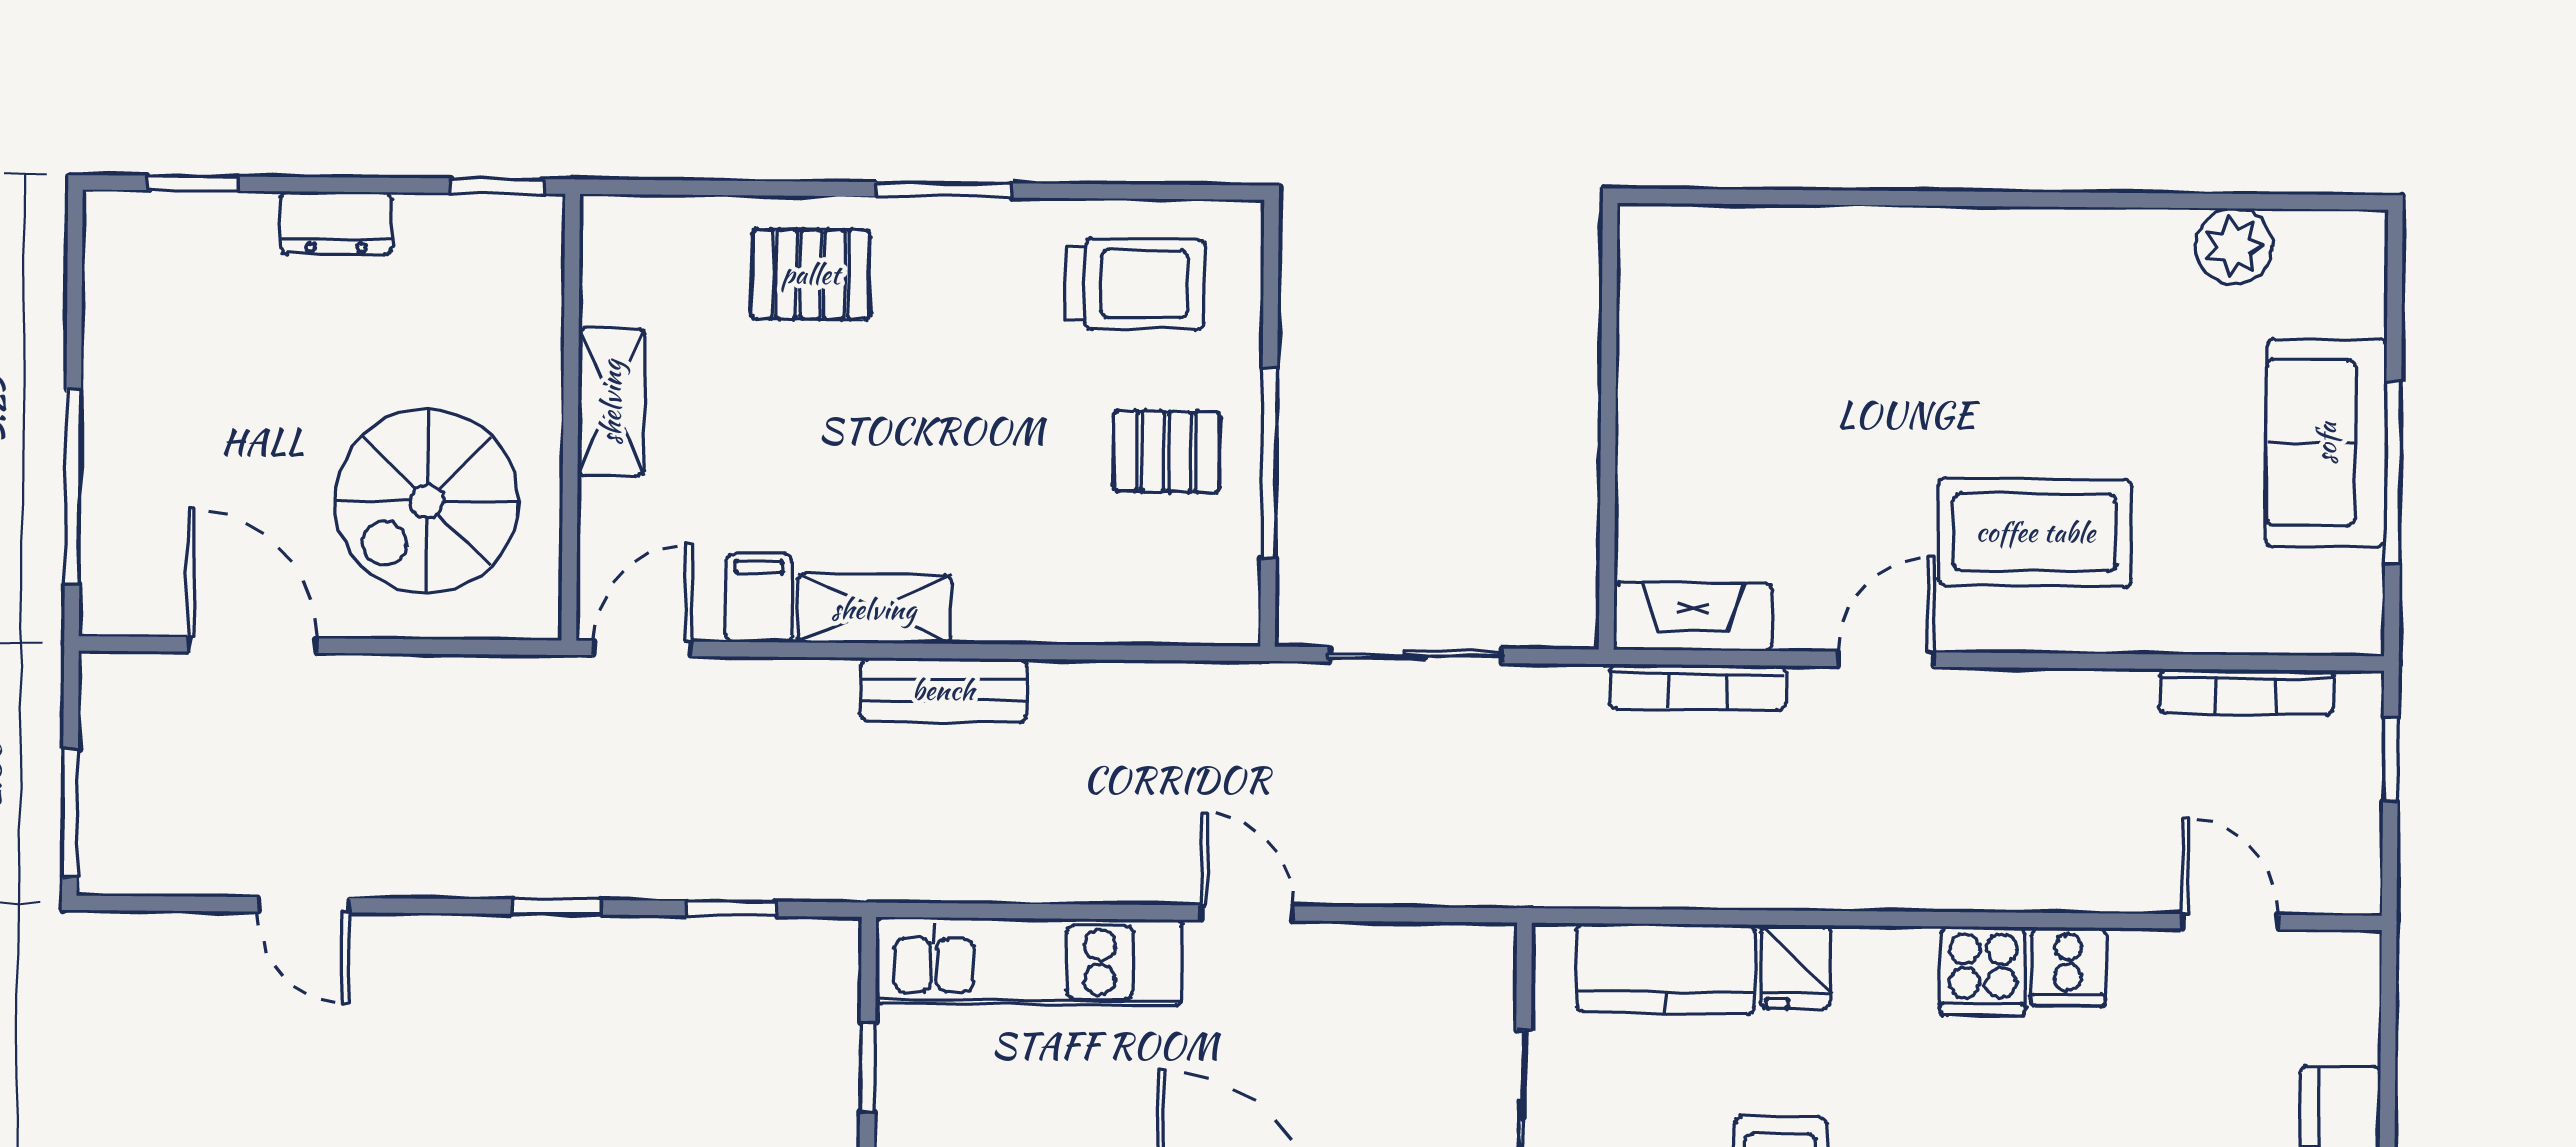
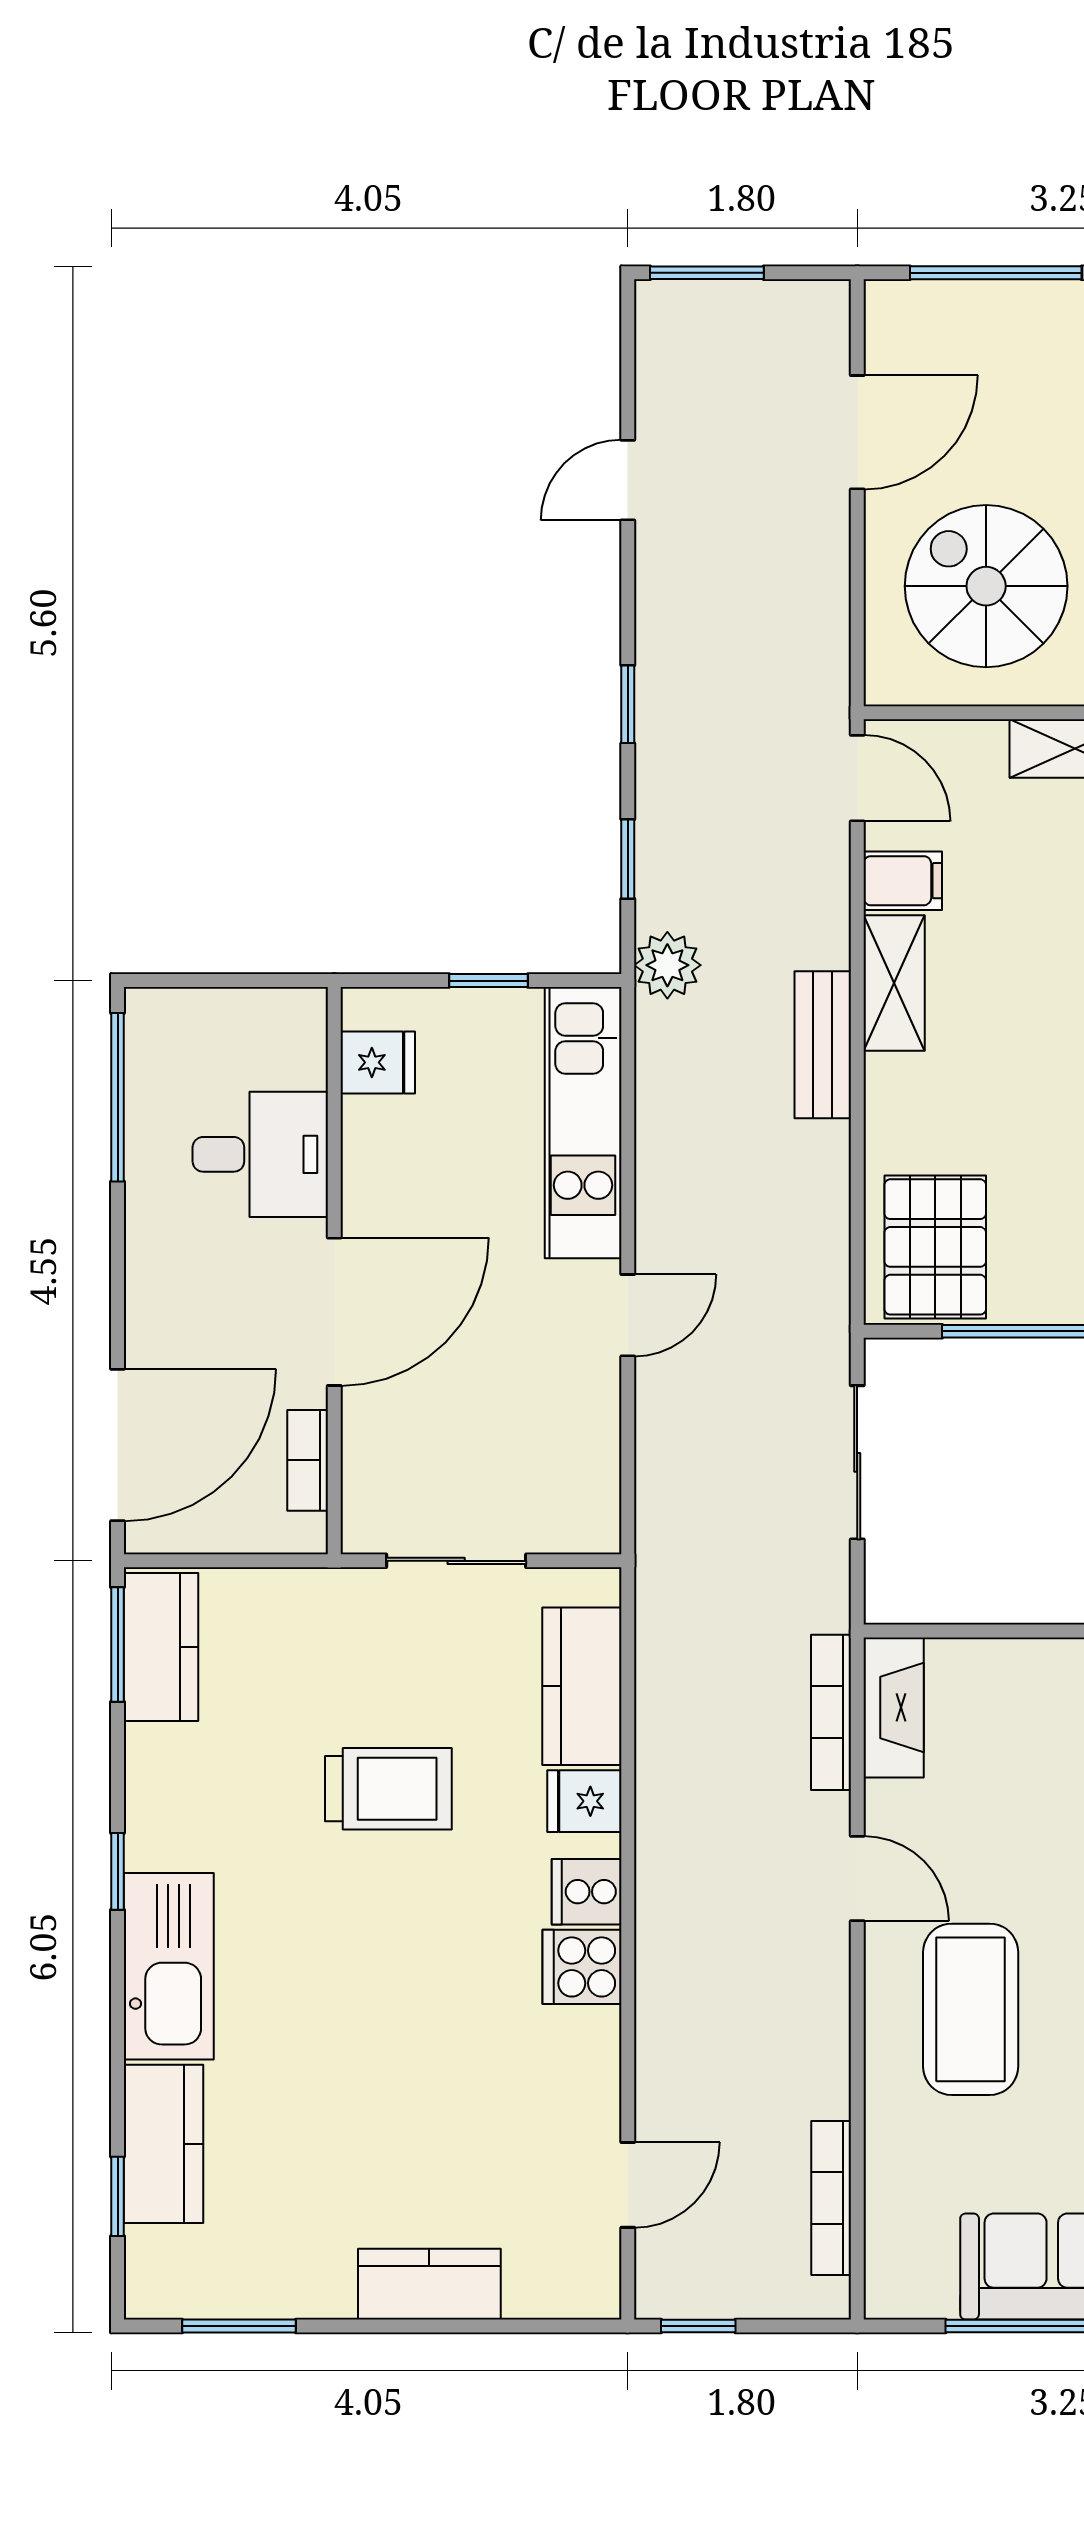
pallet: (1166, 451) -> (935, 1247), moved, width x1.50, depth x1.42
window: (2391, 759) -> (698, 2326), moved
plant: (852, 865) -> (667, 965), added
cooker: (2068, 967) -> (587, 1892), moved

